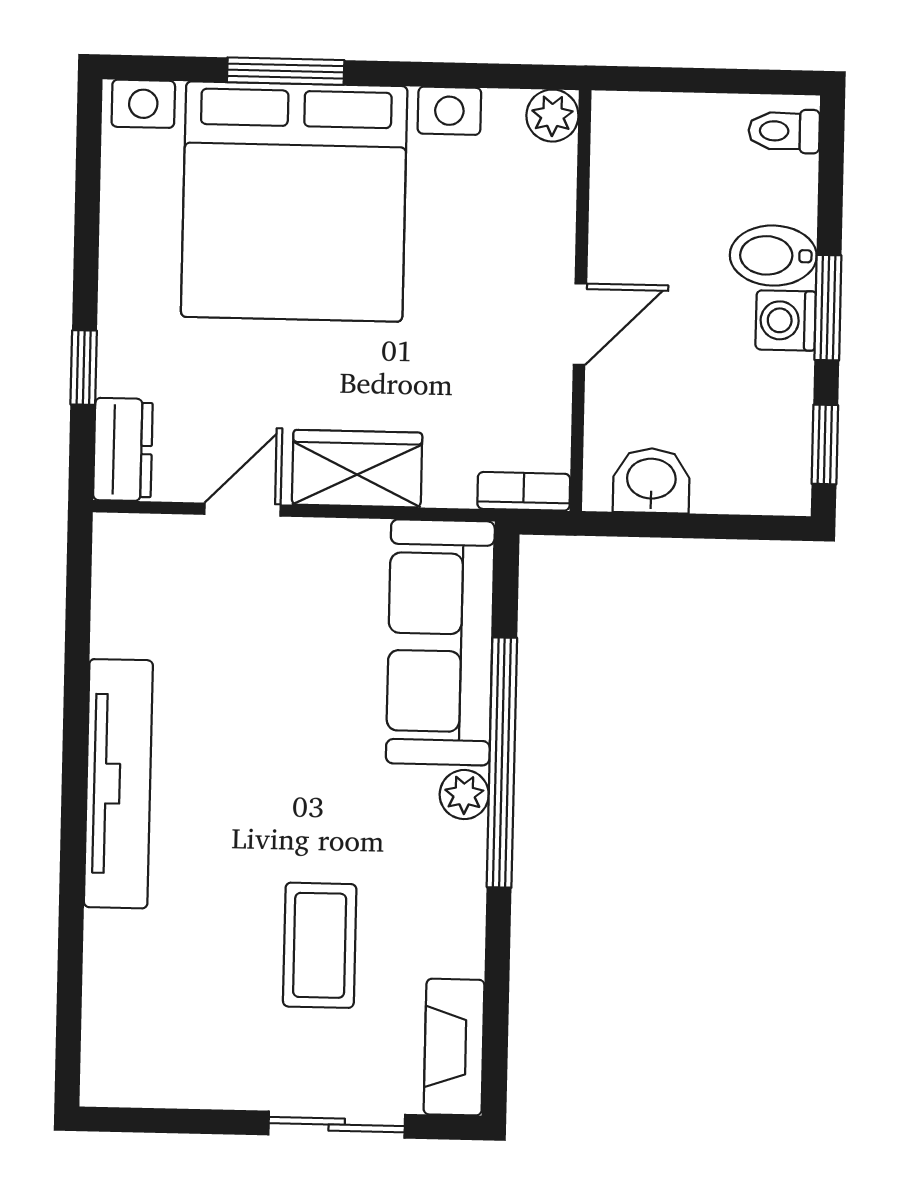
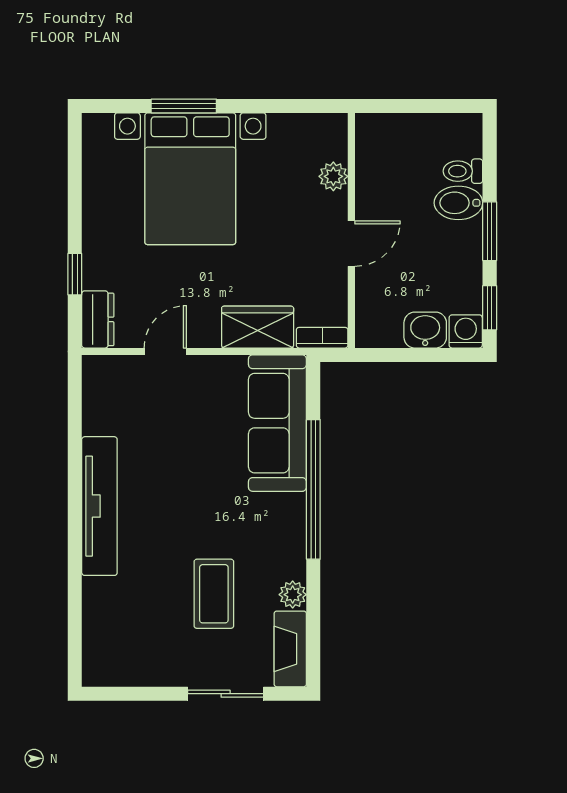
plant: (552, 116) -> (333, 176), moved
toilet: (784, 131) -> (463, 171), moved
bed with nightstands: (294, 202) -> (190, 179), width x0.73
washing machine: (786, 320) -> (466, 331), moved, turned 90
wardrobe: (357, 469) -> (258, 327), moved
washbasin: (651, 481) -> (425, 330), moved
plant: (464, 795) -> (293, 595), moved

